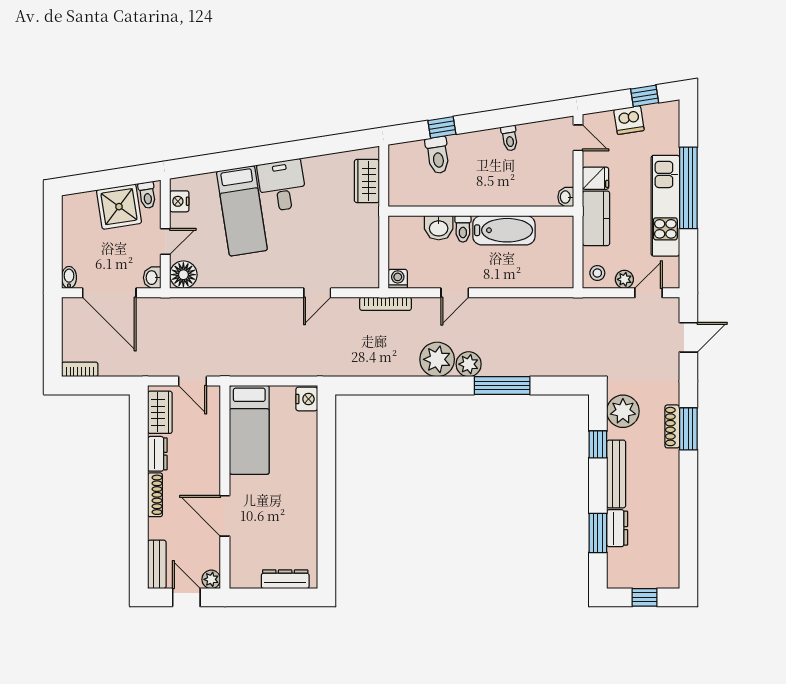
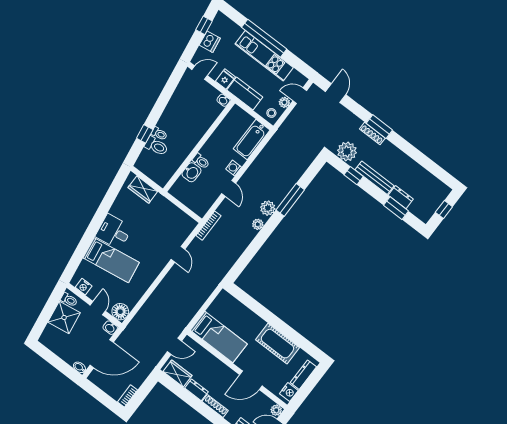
toilet: (510, 138) -> (159, 134), moved
bathtub: (504, 230) -> (252, 139), moved, turned 180
washing machine: (398, 279) -> (234, 168), moved
door: (649, 293) -> (300, 96), hinge flipped
plant: (437, 359) -> (258, 224), width x0.53, depth x0.53
nightstand: (307, 399) -> (289, 392), moved, turned 90
cot: (300, 514) -> (277, 344), added

